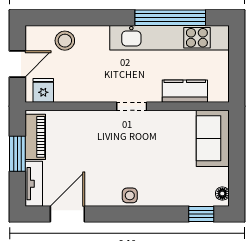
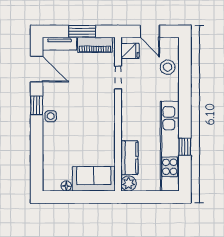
window: (170, 18) -> (185, 147), width x0.32
plant: (219, 92) -> (129, 183), added
doorway: (132, 106) -> (118, 78), moved
floor lamp: (222, 194) -> (66, 186), moved
window: (201, 214) -> (37, 105), moved

